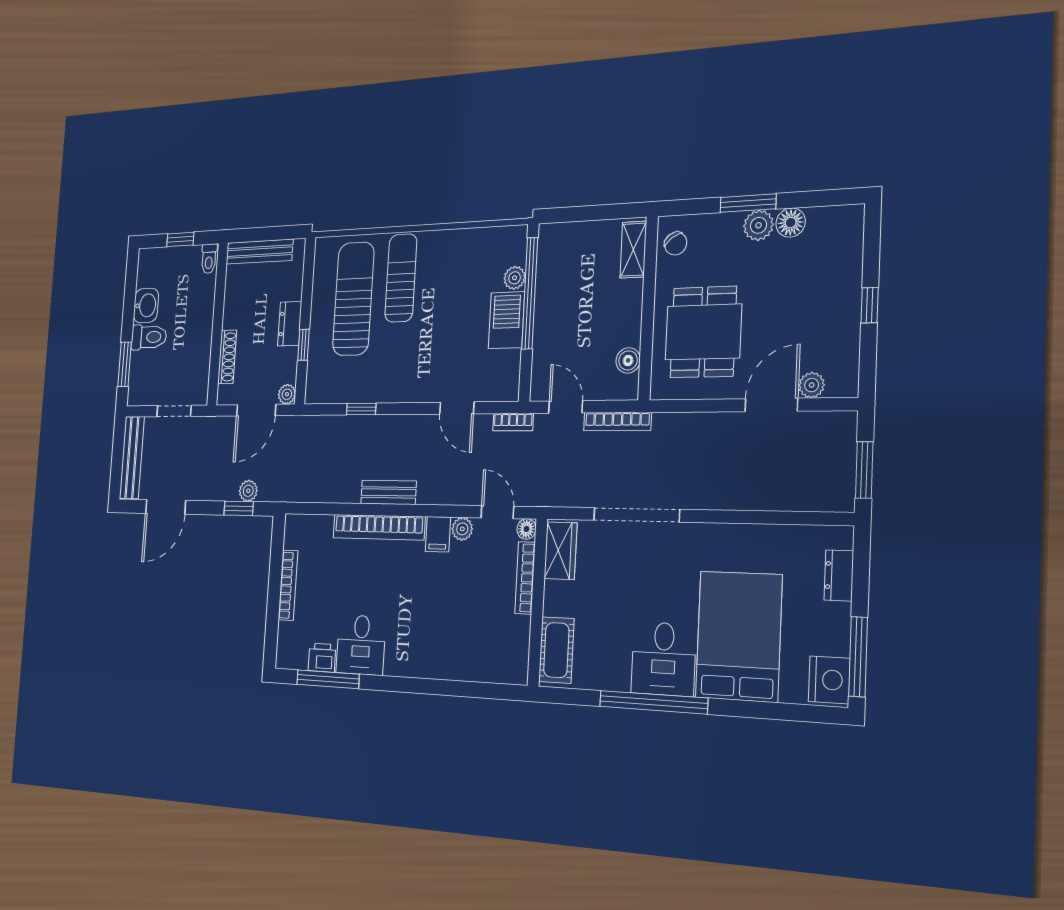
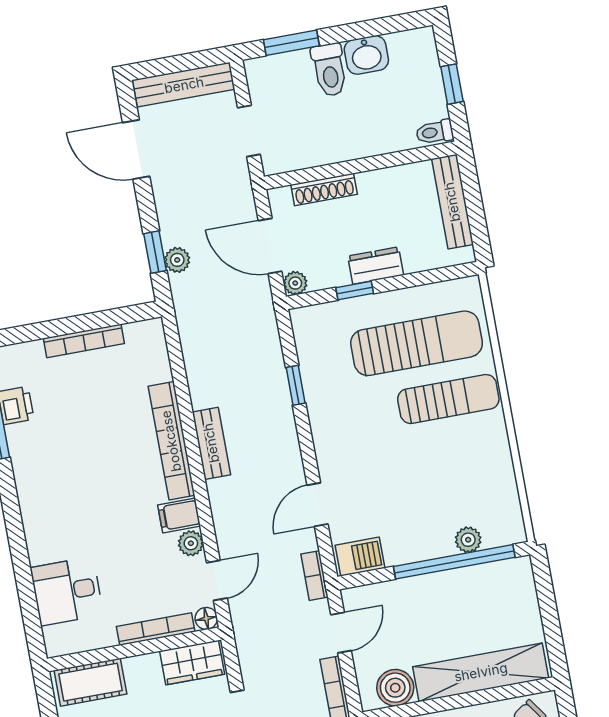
shelving: (633, 250) -> (481, 672), width x2.20, depth x1.33
barbecue: (506, 320) -> (360, 557), moved, width x0.73, depth x0.79
boiler: (628, 360) -> (395, 688), width x1.36, depth x1.36
desk: (361, 645) -> (67, 591), moved

